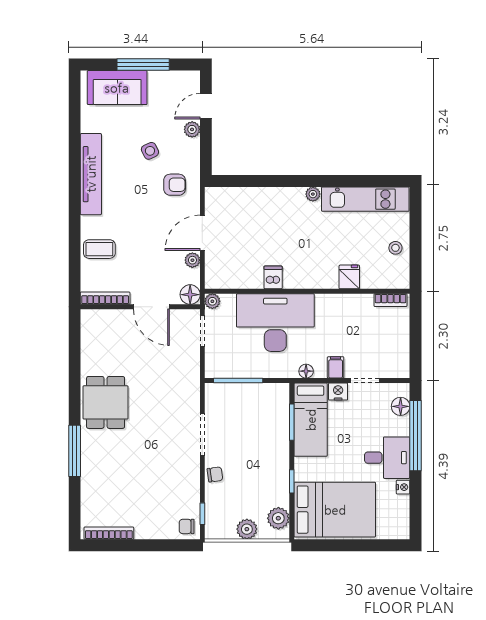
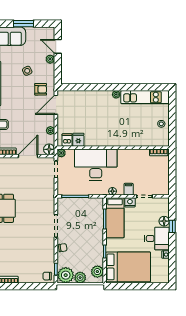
window: (143, 65) -> (23, 24), width x0.69
door: (206, 106) -> (58, 46), hinge flipped
door: (202, 233) -> (56, 105), moved
dishwasher: (273, 277) -> (67, 140), moved
fridge: (349, 277) -> (78, 140), moved
door: (151, 307) -> (28, 156), swing flipped
floor lamp: (401, 406) -> (164, 221), moved
window: (416, 436) -> (172, 226), width x0.32
plant: (220, 525) -> (66, 275), added

